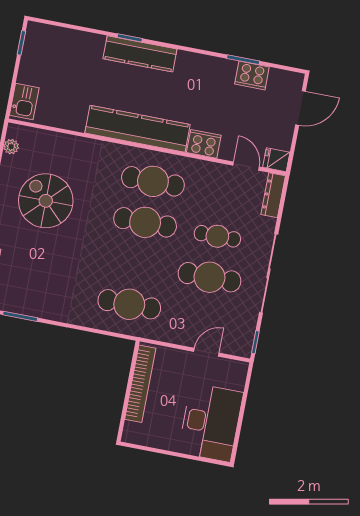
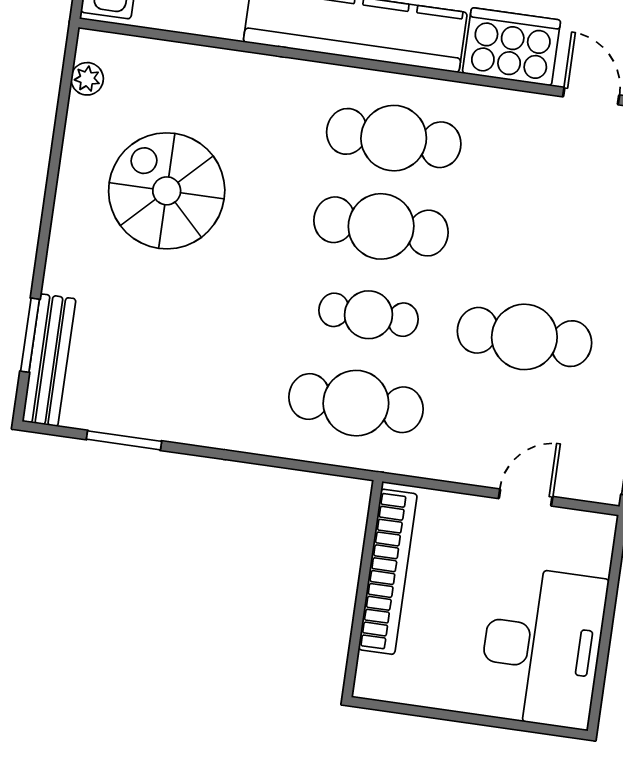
cooker: (204, 144) -> (511, 47), width x1.37, depth x1.31
cafe table: (217, 236) -> (369, 315), moved

